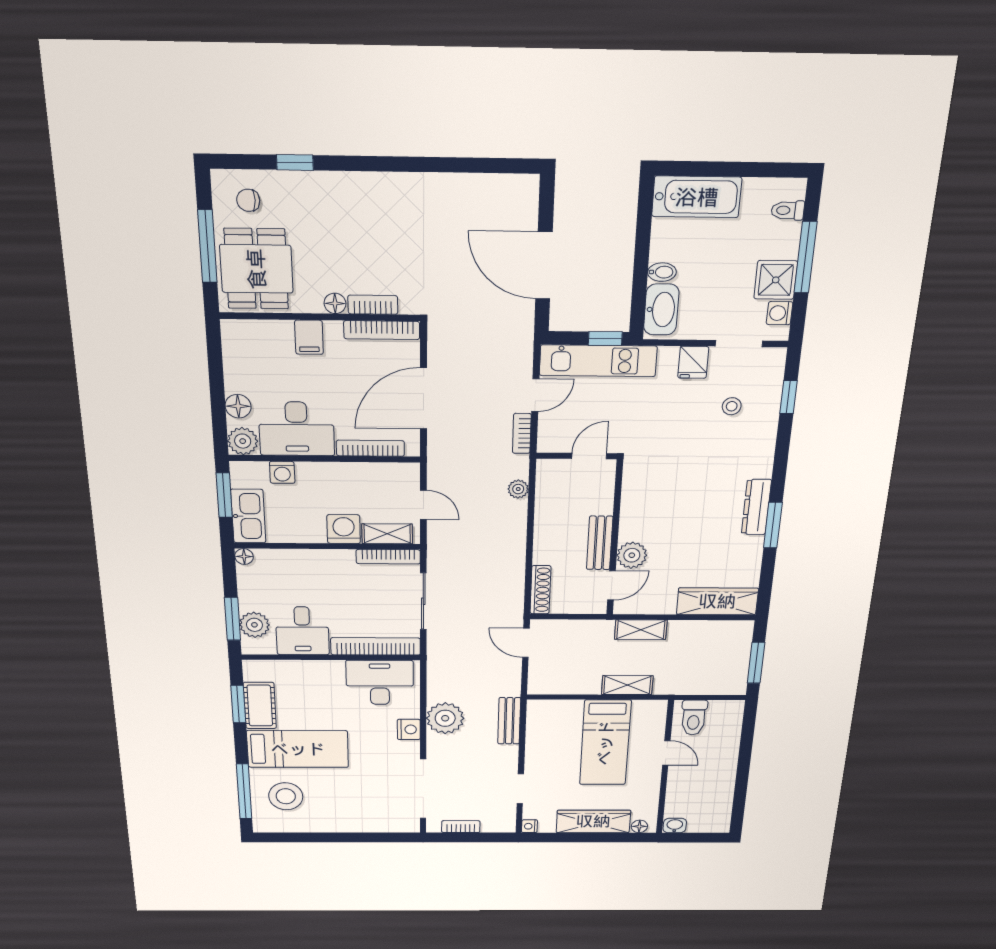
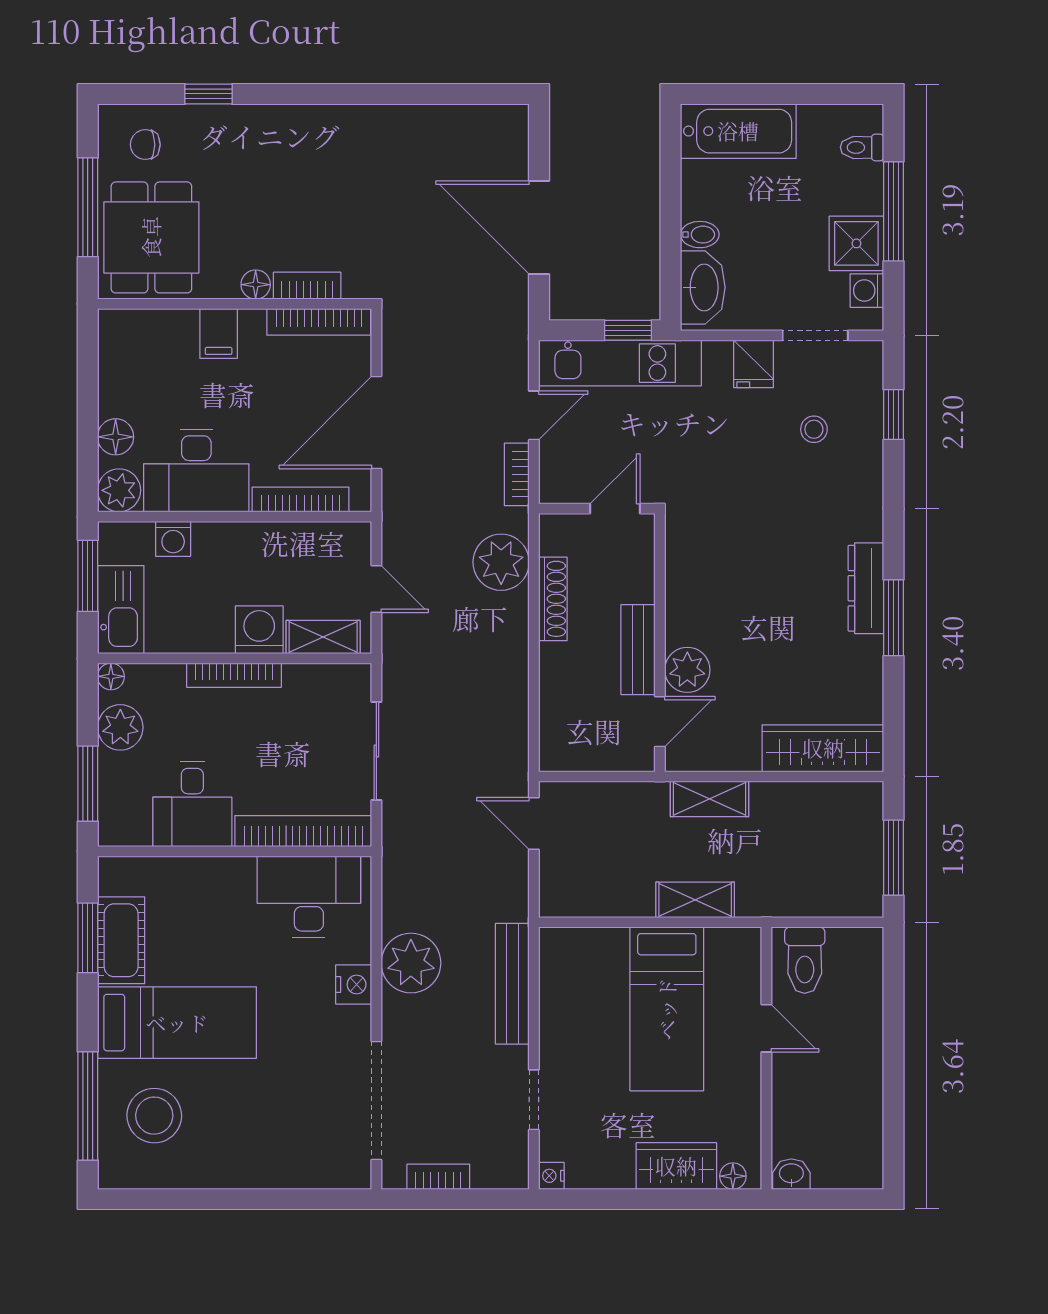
plant: (518, 489) -> (501, 562), width x1.87, depth x1.87
bookcase: (388, 557) -> (234, 675), moved
shoe rack: (540, 590) -> (553, 599), moved
plant: (254, 625) -> (120, 727), moved
bench: (509, 721) -> (512, 984), width x1.36
wardrobe: (593, 821) -> (676, 1166), width x0.67

